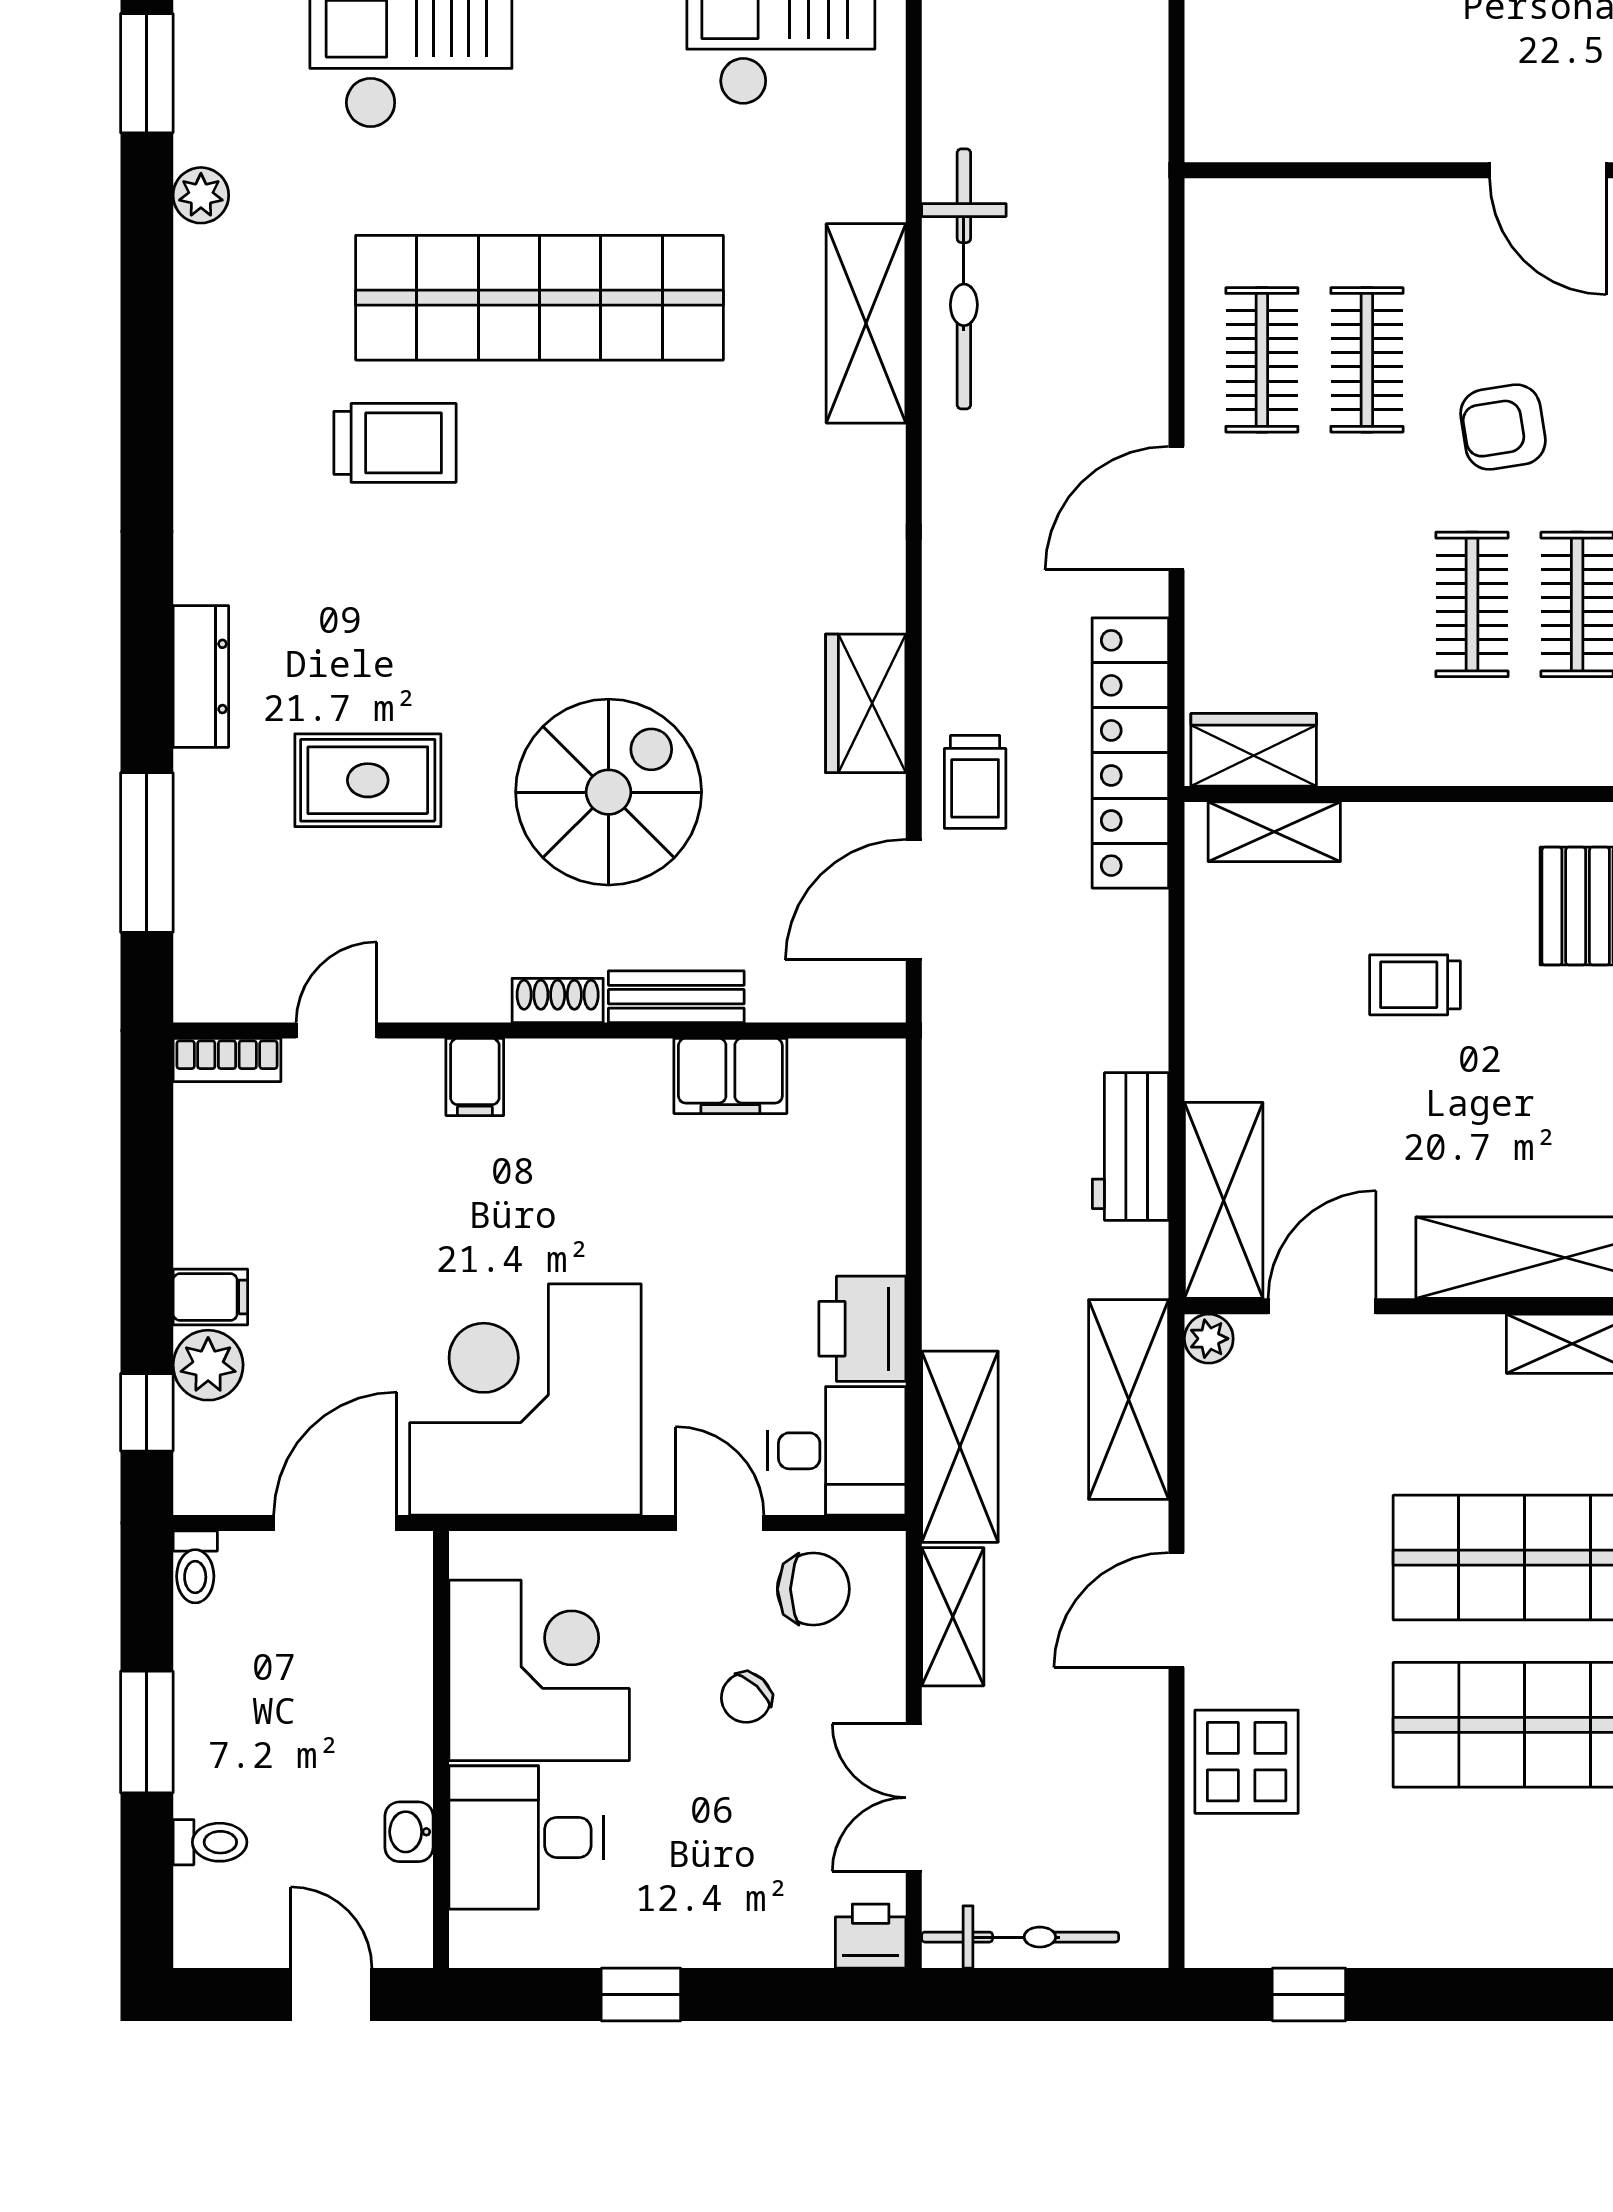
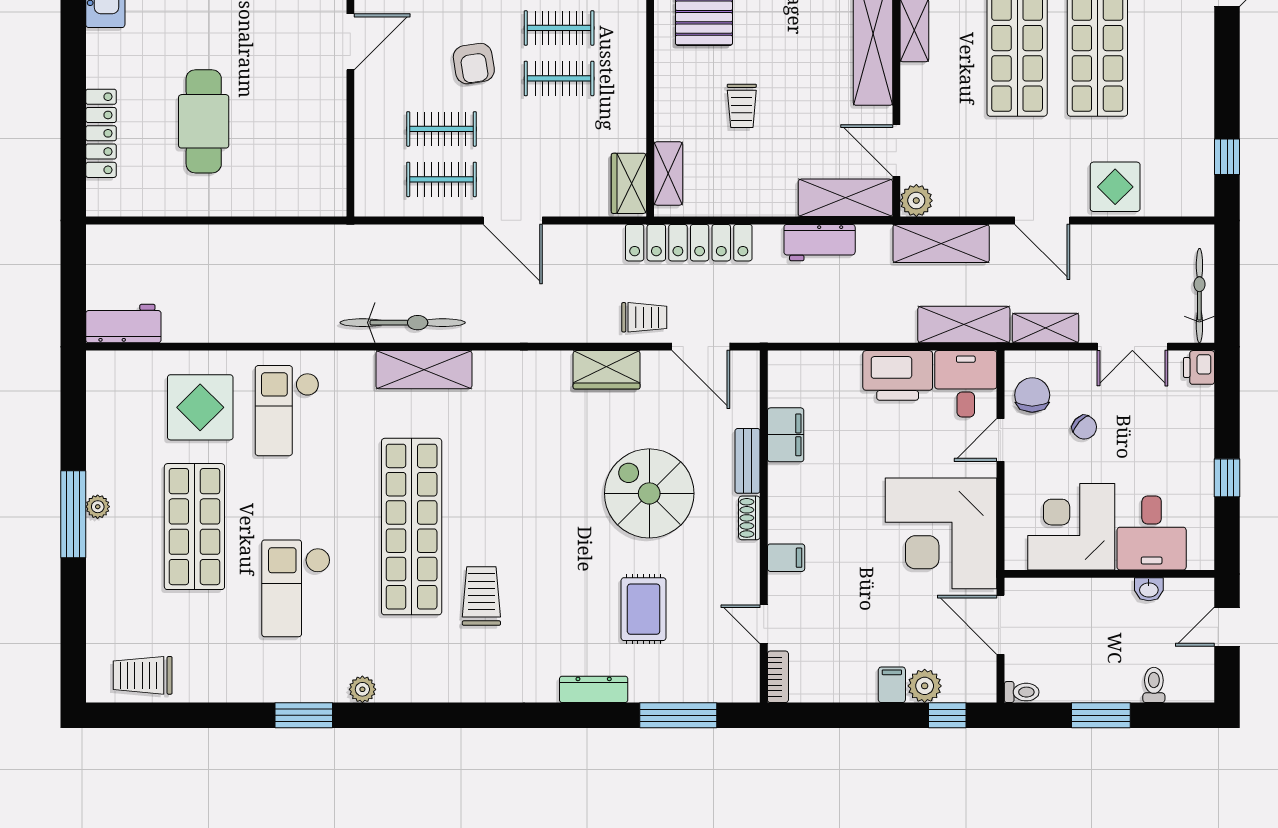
locker: (1130, 753) -> (689, 243), moved
printer: (862, 1329) -> (898, 375), width x1.37, depth x1.19
plant: (1209, 1339) -> (916, 201), width x1.38, depth x1.38

